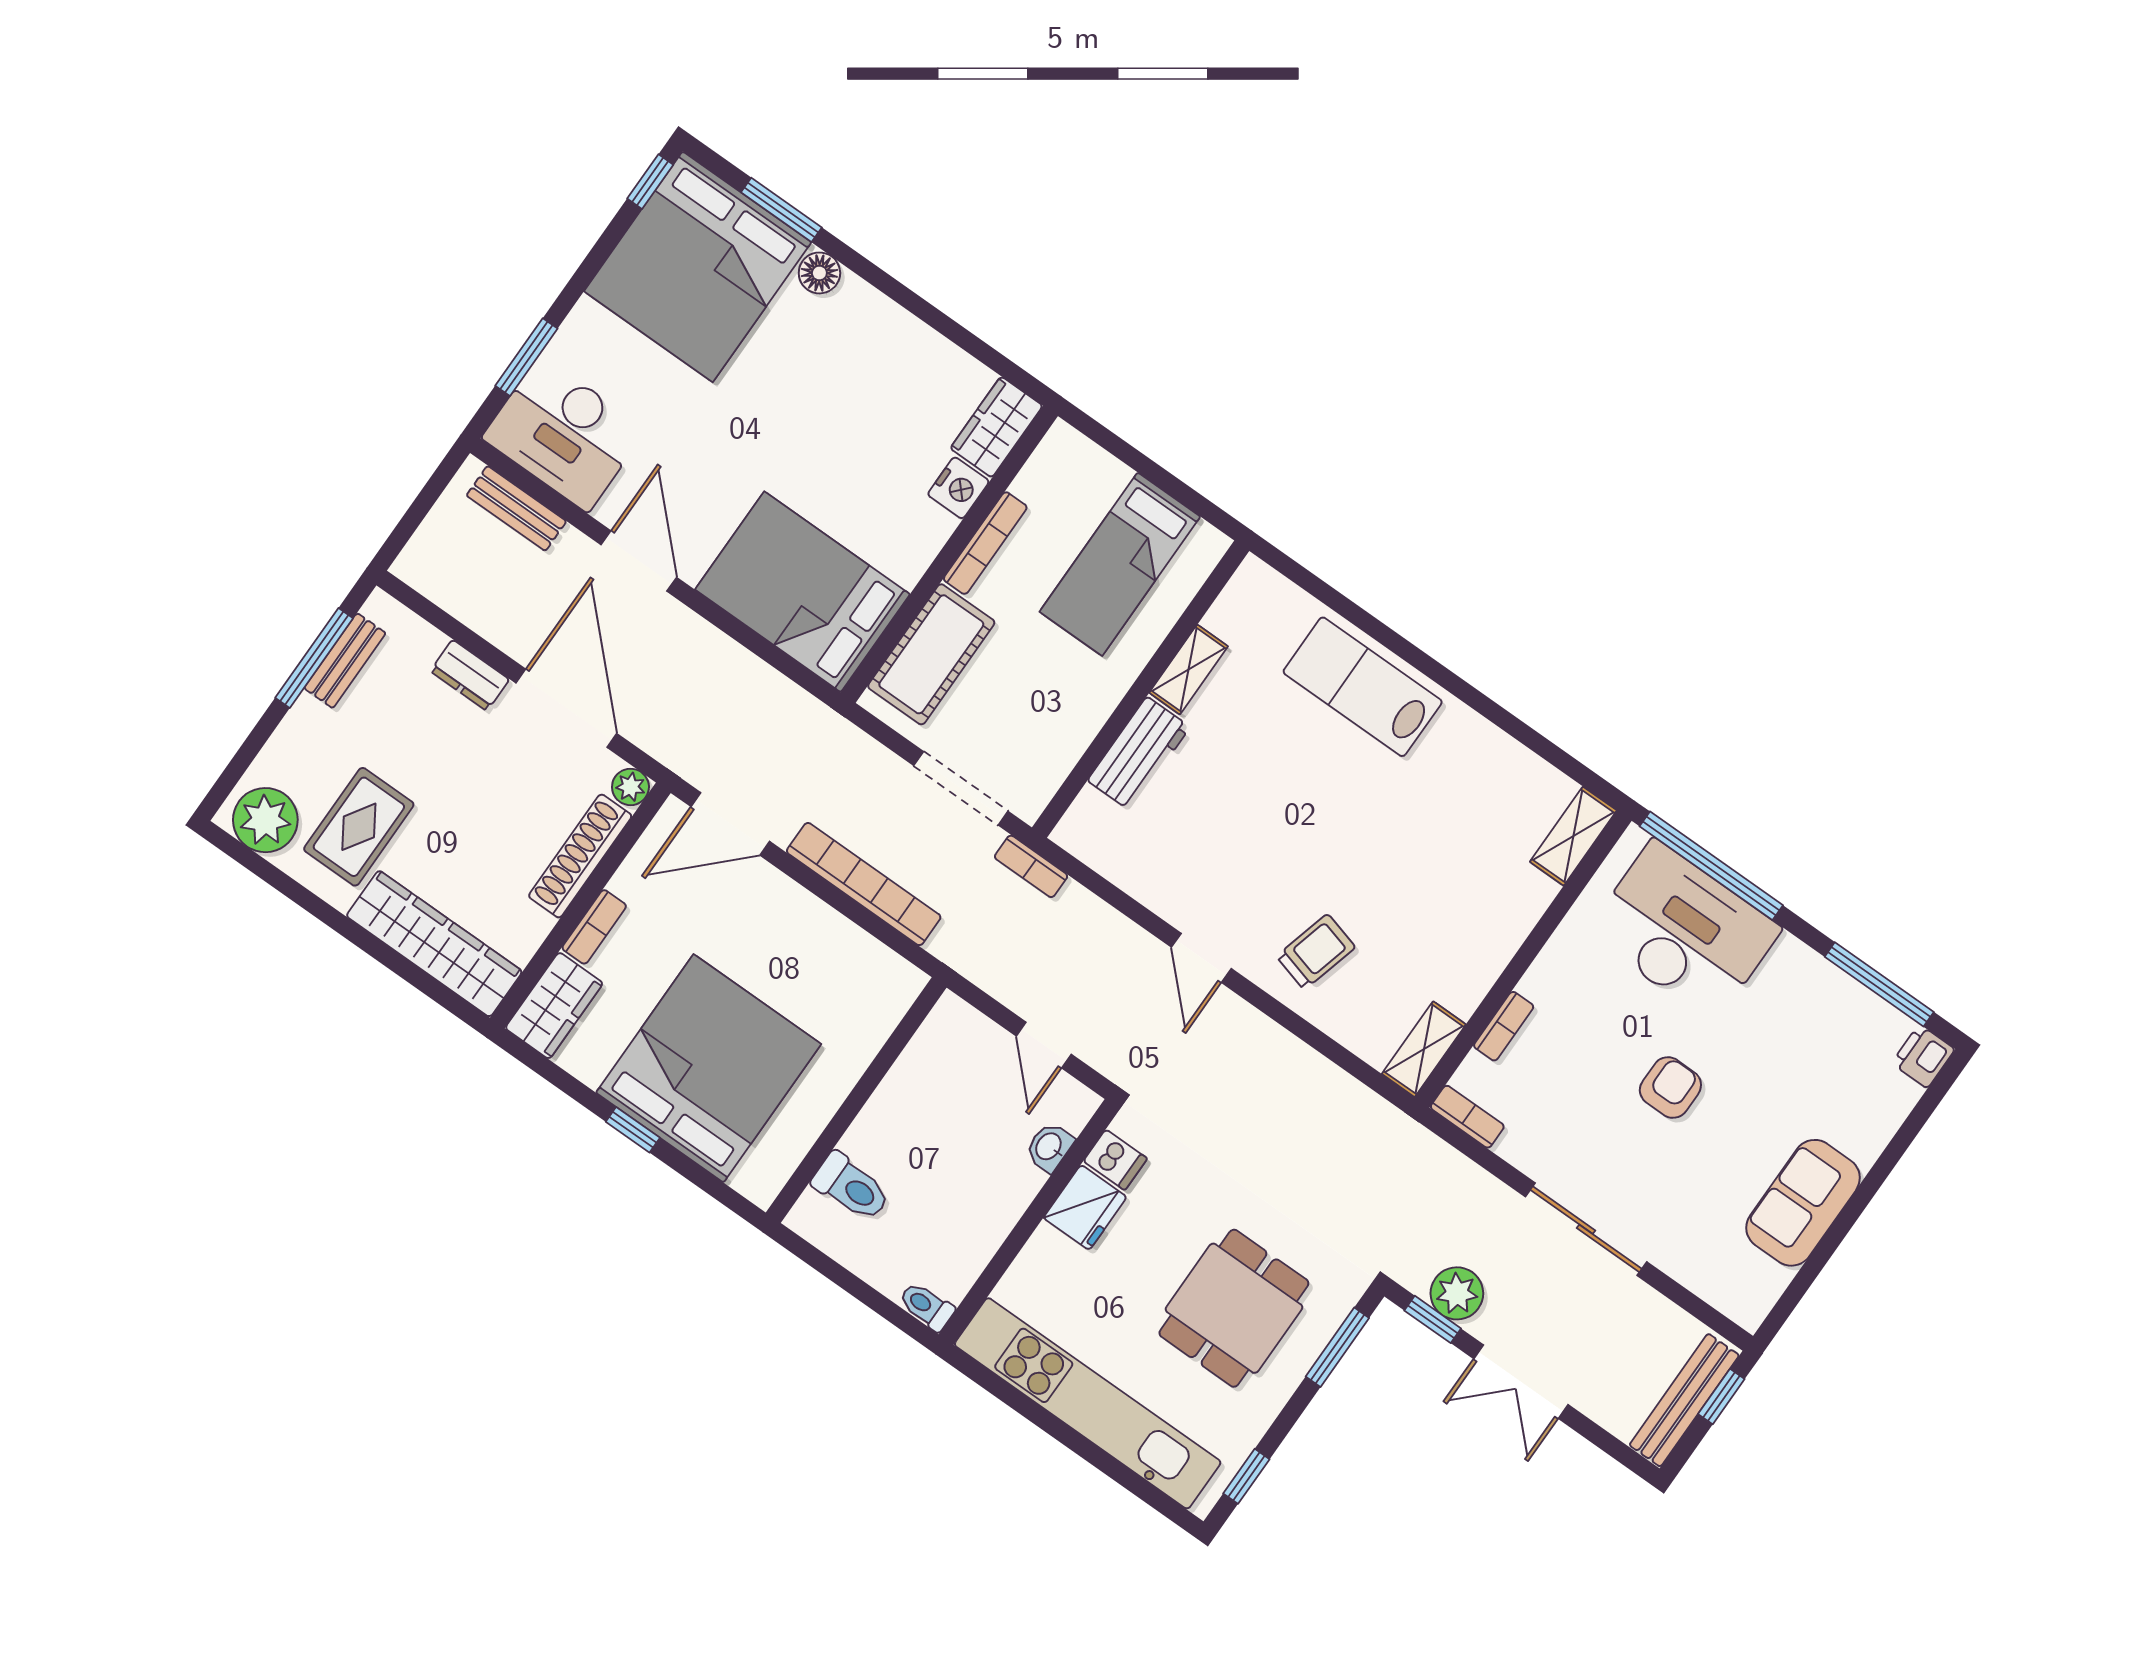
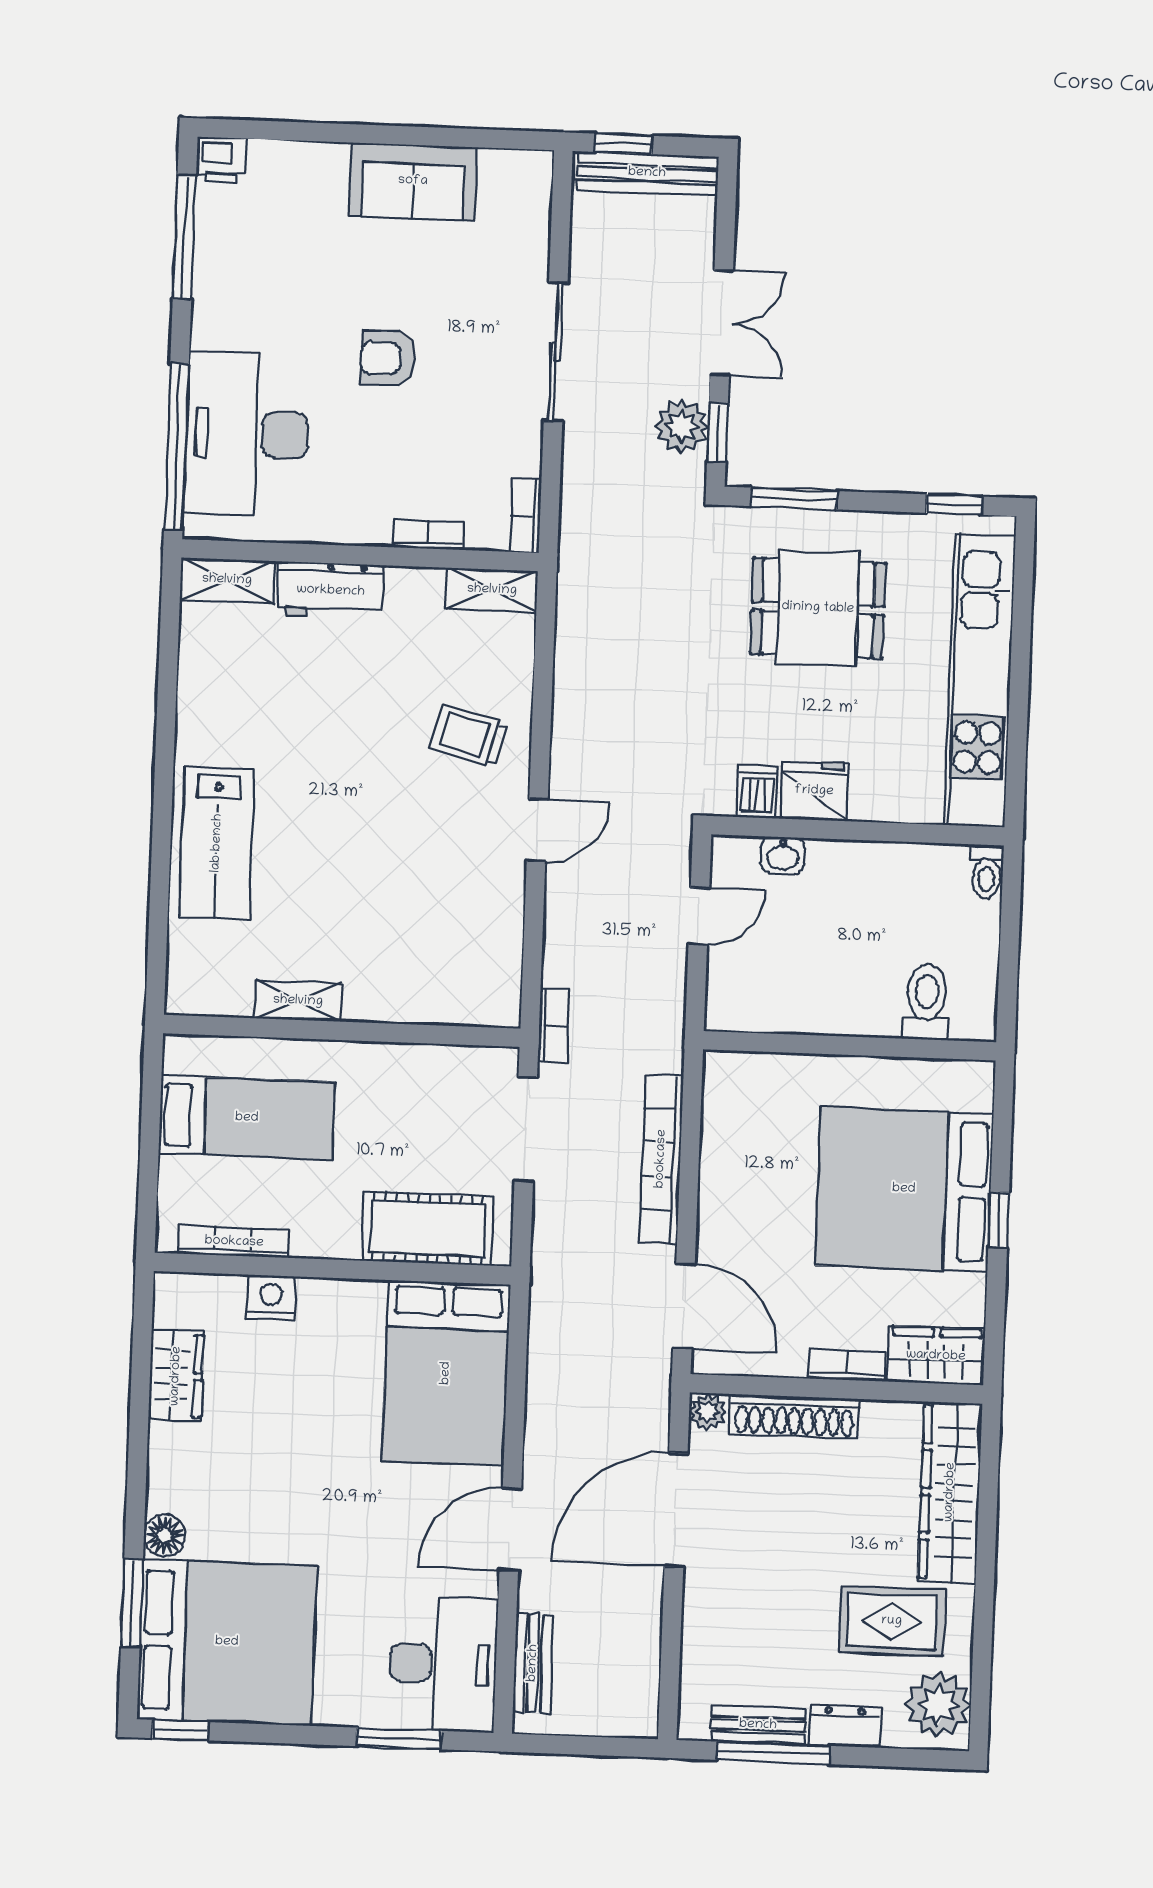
wardrobe: (996, 427) -> (176, 1376), moved, turned -90
bookcase: (985, 543) -> (234, 1242), moved
dresser: (470, 675) -> (844, 1726), moved, turned -90
workbench: (1139, 754) -> (331, 591), moved, turned 180

